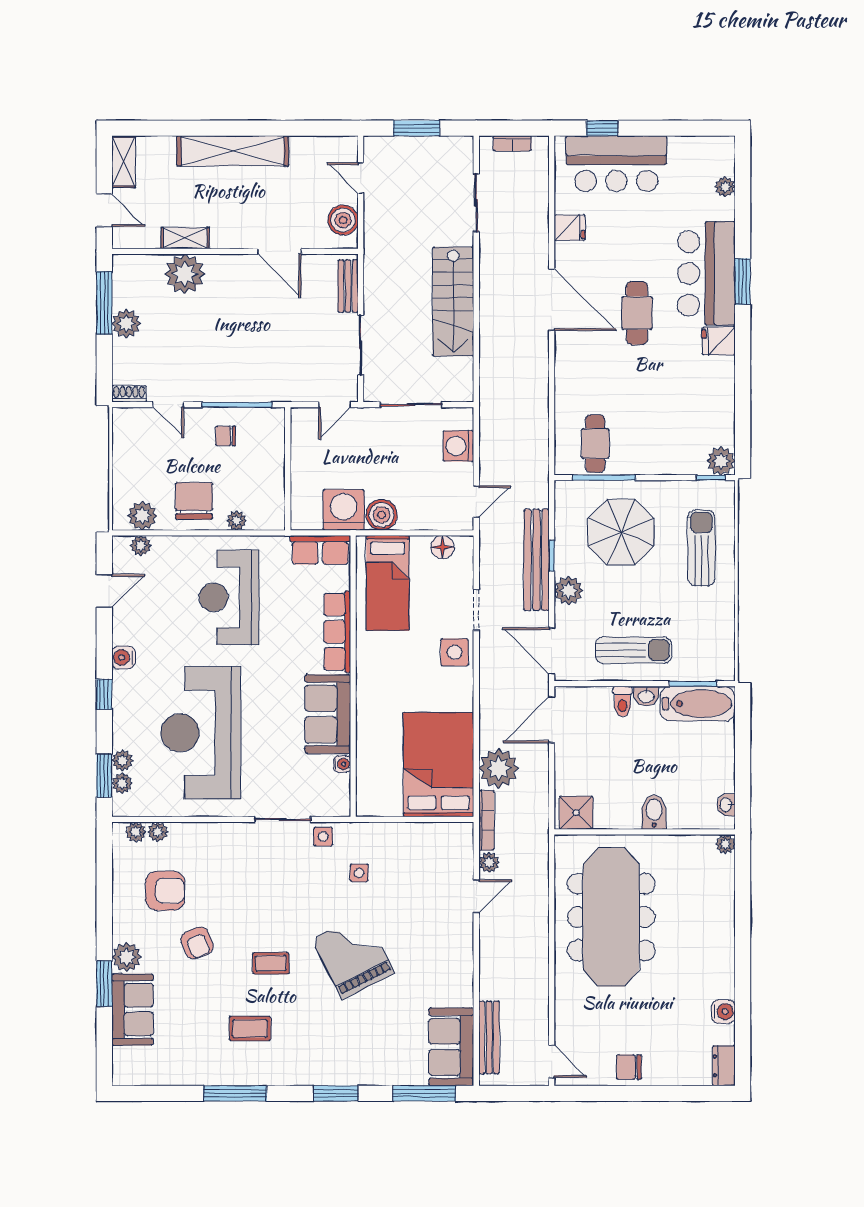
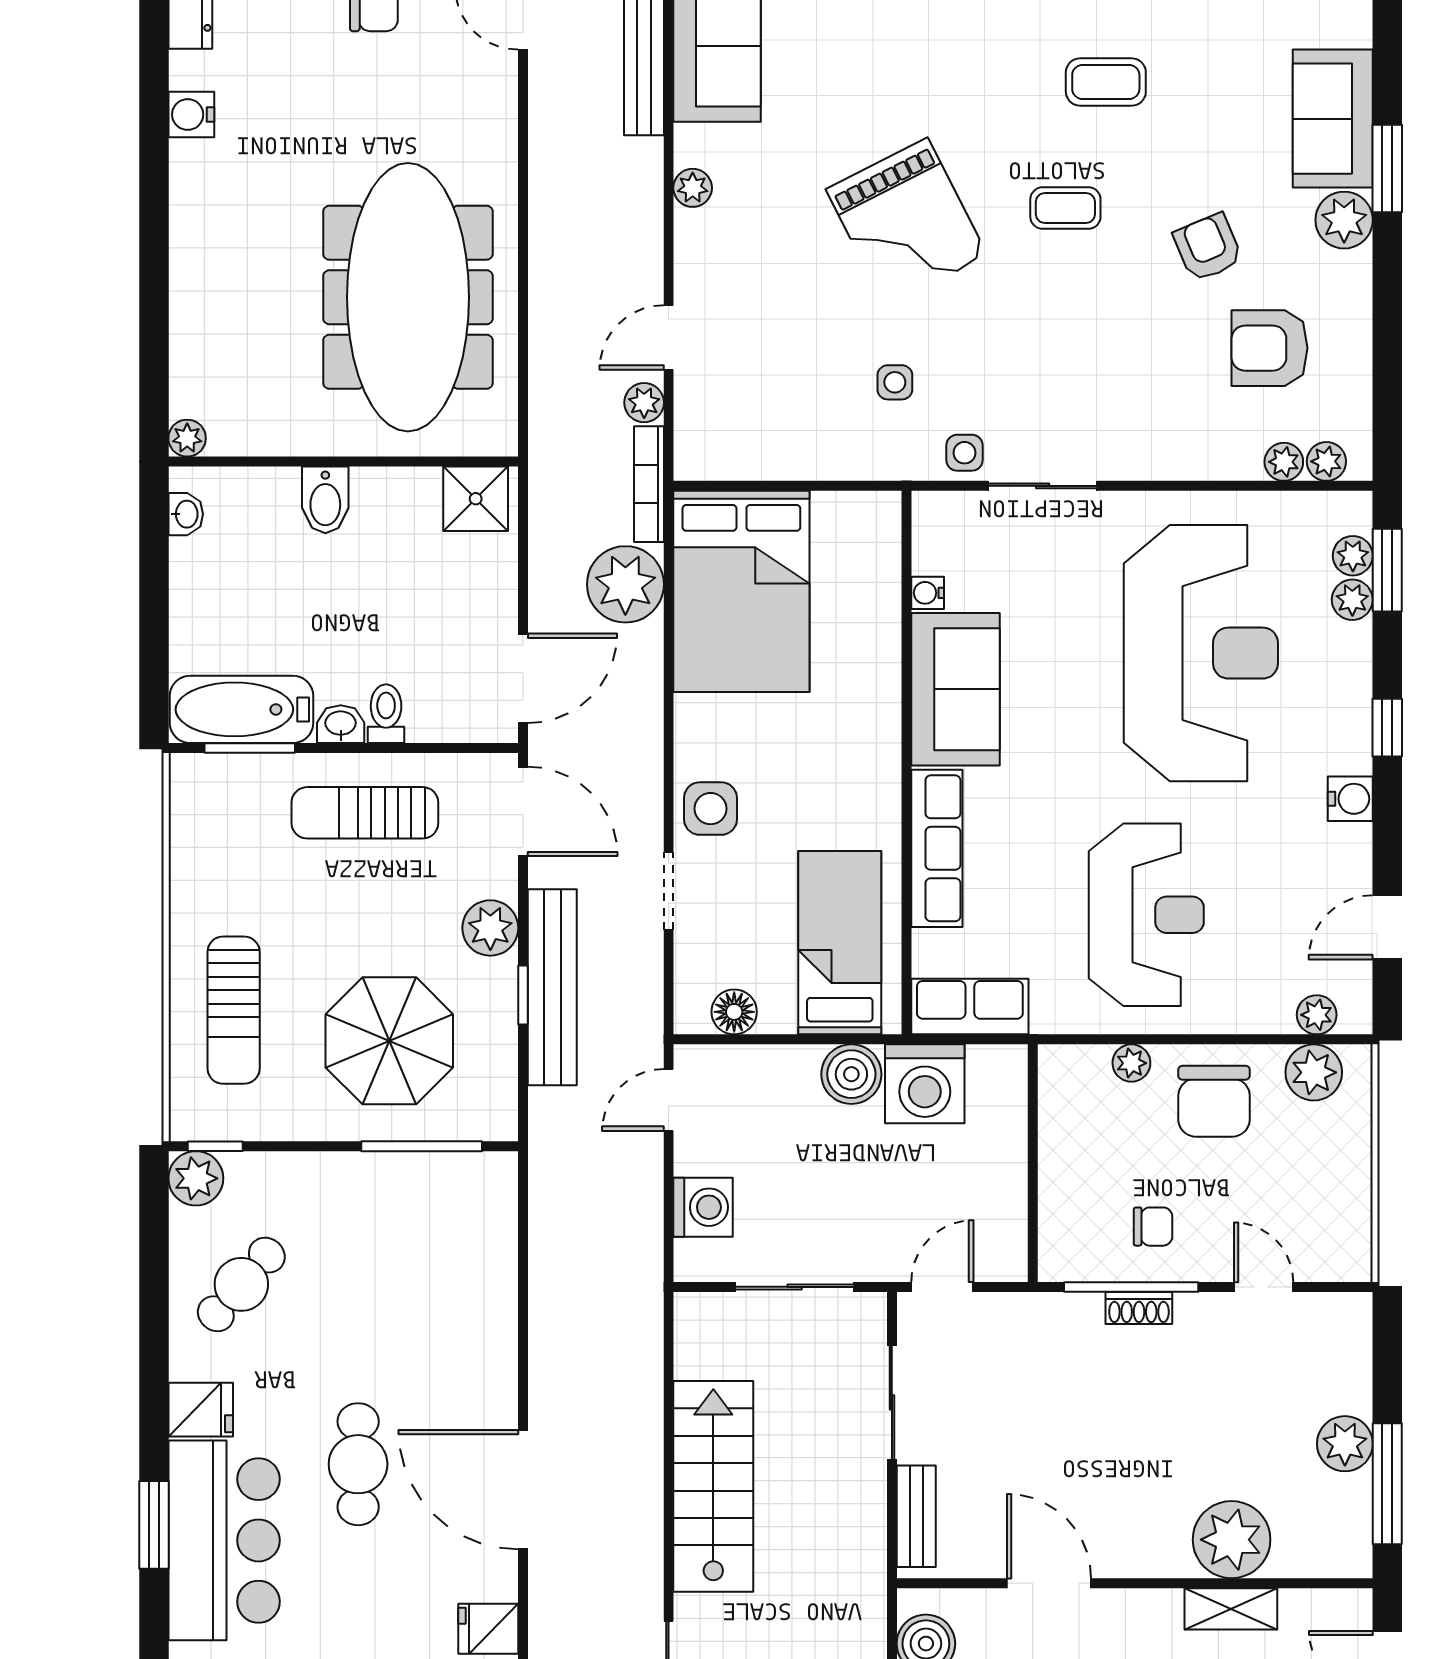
shoe rack: (129, 394) -> (1139, 1308), moved
cafe table: (595, 444) -> (241, 1284), moved, turned 41
plant: (464, 974) -> (693, 188), added

